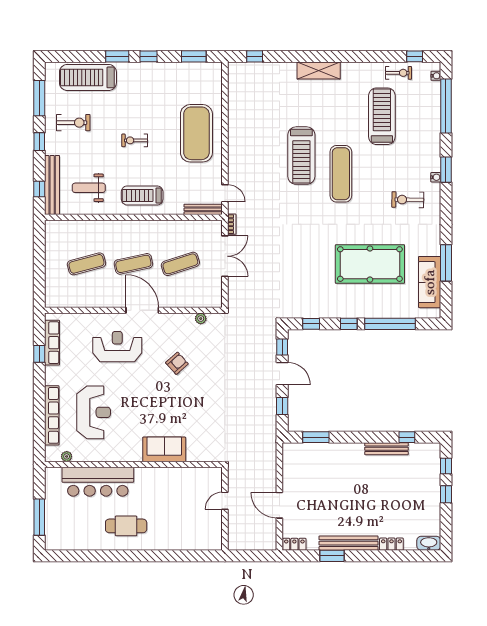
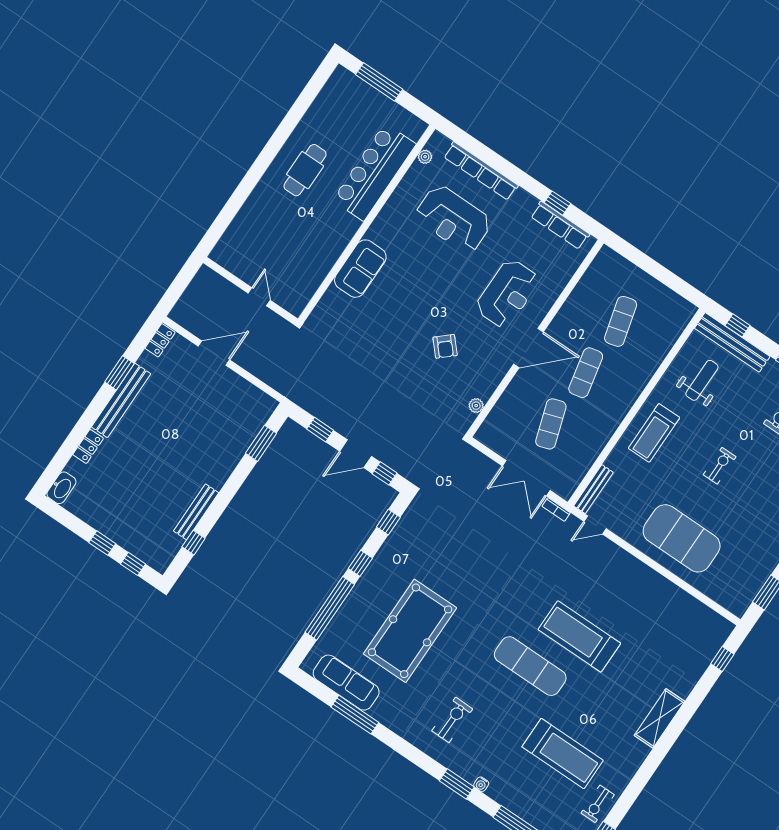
water cooler: (436, 177) -> (481, 784), moved
treadmill: (142, 195) -> (654, 433), turned 180

